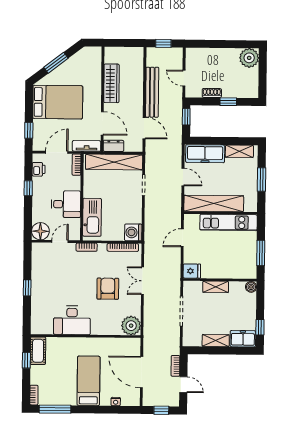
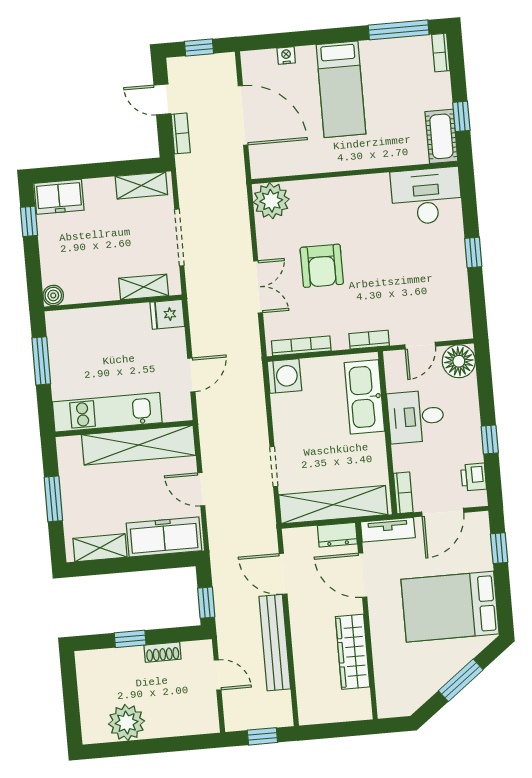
plant: (249, 58) -> (127, 723), moved
shelving: (216, 287) -> (144, 287), moved
desk: (72, 320) -> (426, 196), moved
shelving: (216, 341) -> (141, 185), moved

